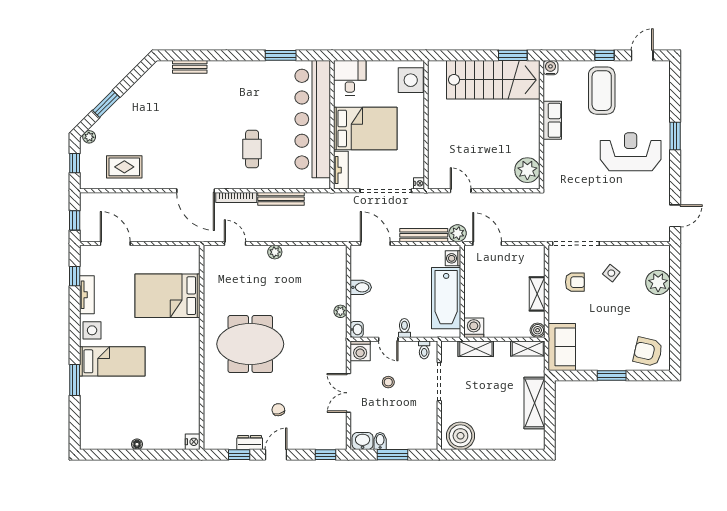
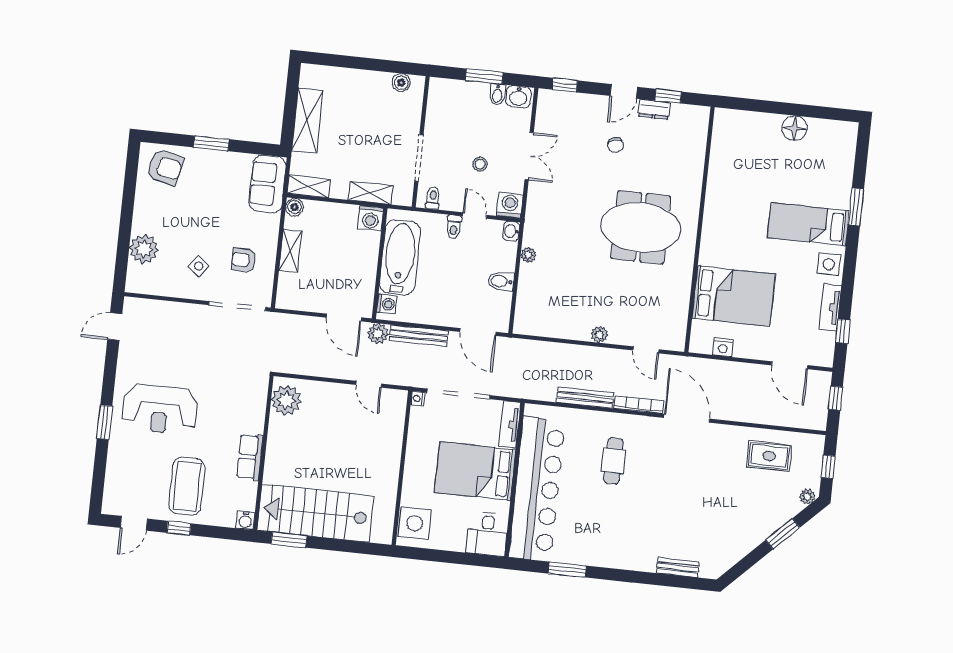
boiler: (460, 436) -> (401, 83), width x0.54, depth x0.54
nightstand: (193, 442) -> (723, 347), moved, turned -90
floor lamp: (137, 444) -> (795, 128), width x1.89, depth x1.89

